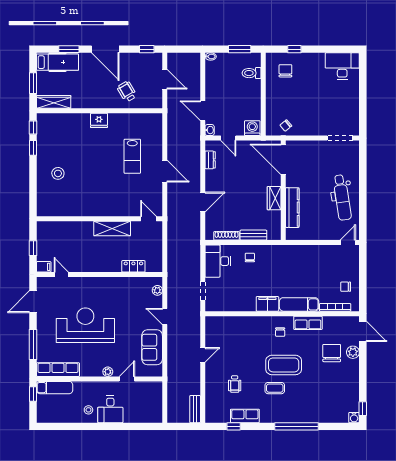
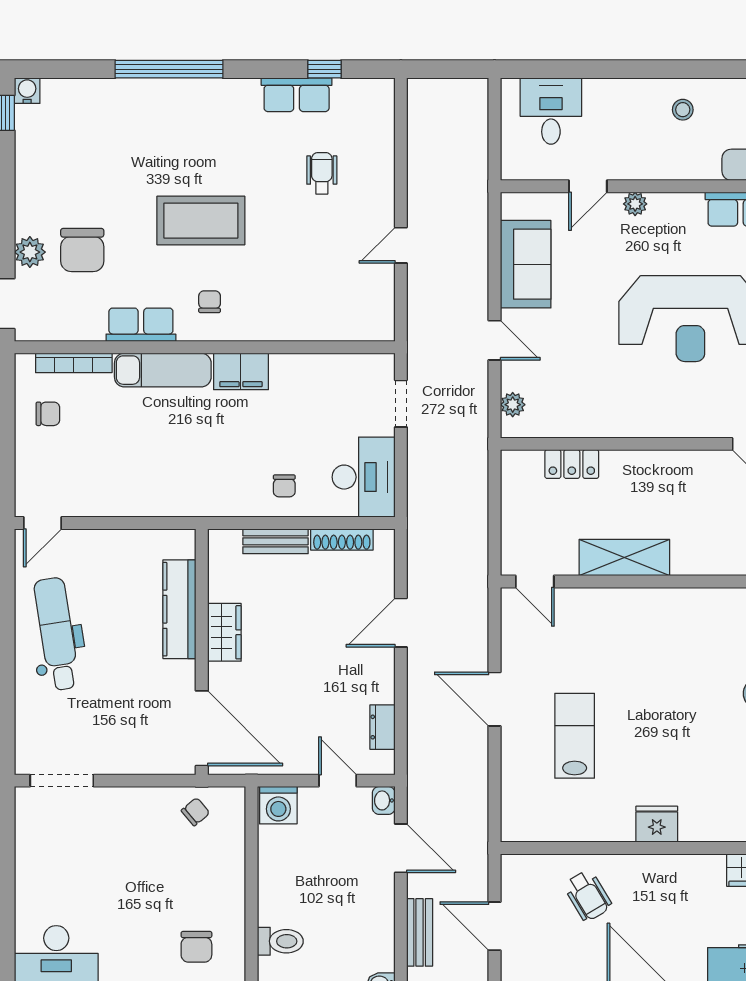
coffee table: (275, 388) -> (223, 163), removed
desk: (110, 409) -> (551, 111), moved
bench: (195, 409) -> (420, 932), moved

